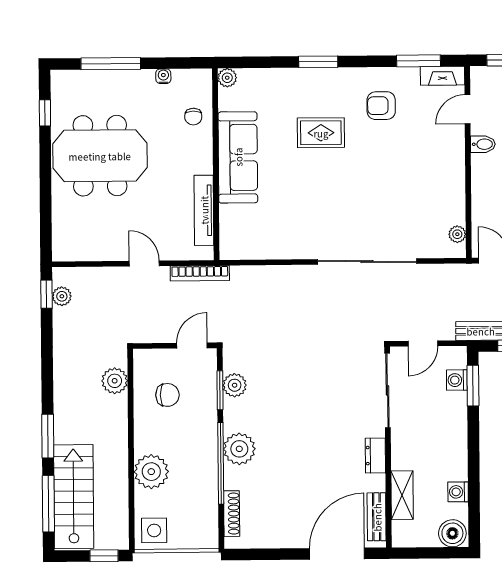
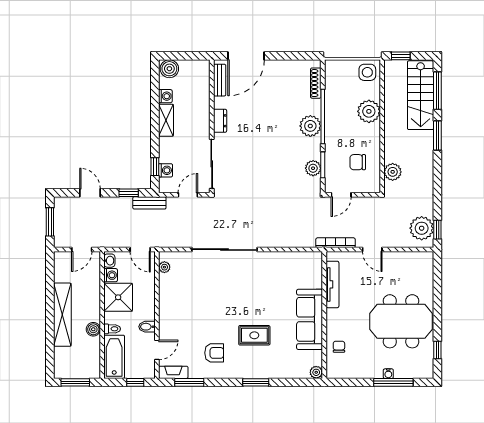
water cooler: (163, 76) -> (388, 374), moved
plant: (62, 296) -> (422, 228), width x1.88, depth x1.88
window: (473, 386) -> (155, 167), width x0.67
shelving: (402, 495) -> (166, 120), moved

